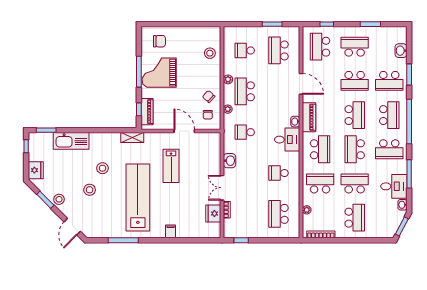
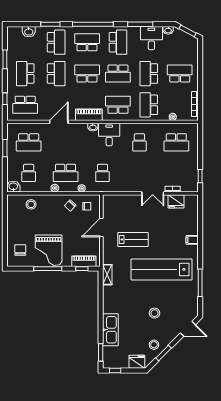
washbasin: (230, 161) -> (13, 187), moved
stool: (102, 168) -> (135, 301), removed
stool: (59, 199) -> (154, 345), moved

